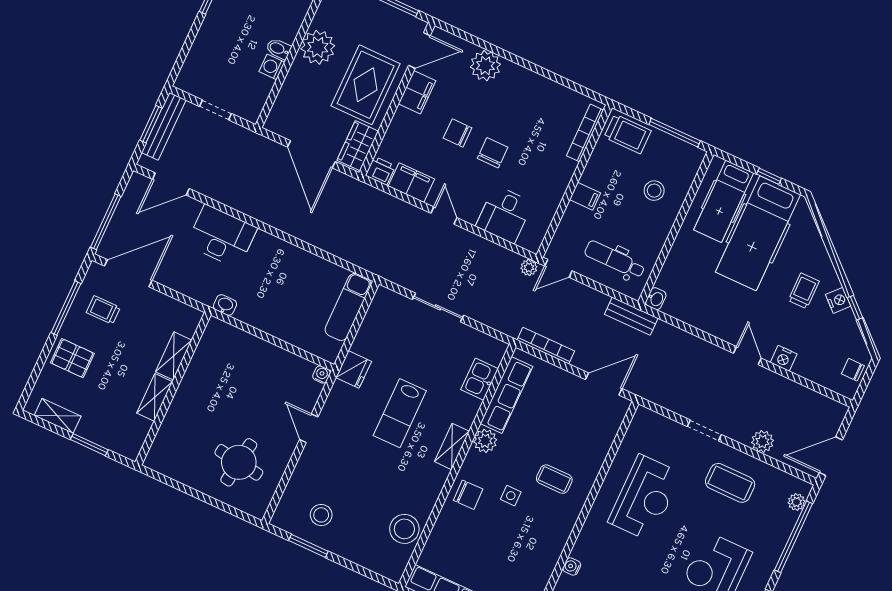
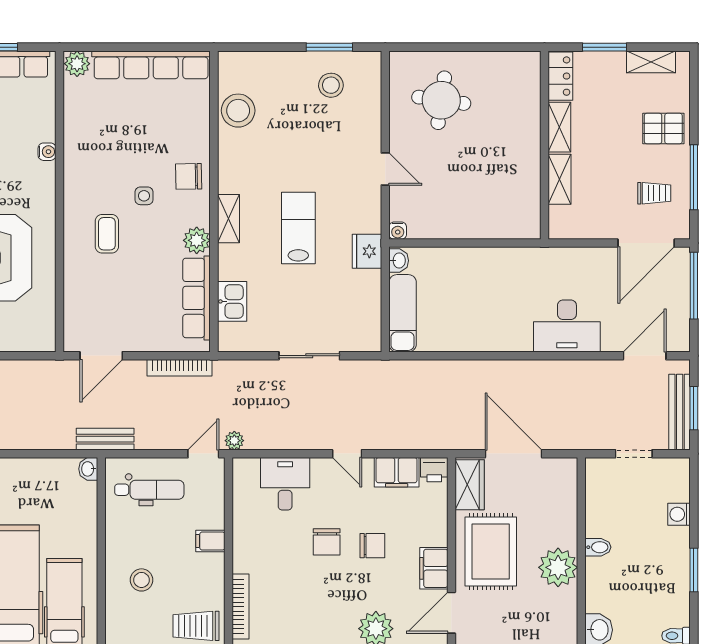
washing machine: (272, 67) -> (679, 514), moved, turned 180
washbasin: (225, 305) -> (399, 261), moved, turned -90
locker: (135, 438) -> (560, 76), added
coffee table: (554, 479) -> (107, 234), turned 90

